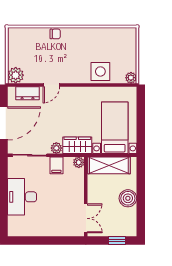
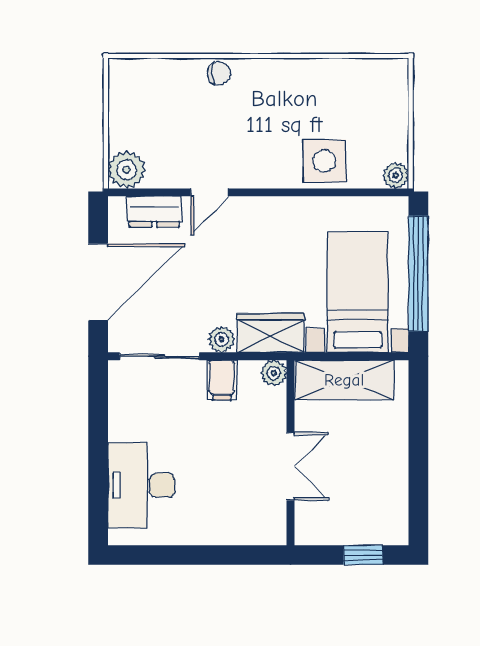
window: (141, 120) -> (418, 273), added
desk: (22, 197) -> (141, 485), moved
boiler: (128, 198) -> (389, 457), removed
double door: (86, 218) -> (290, 466), moved

